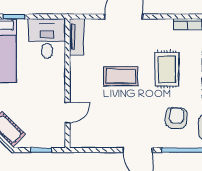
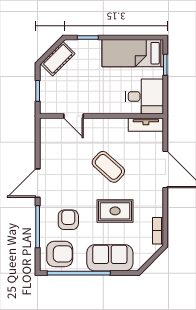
coffee table: (121, 76) -> (108, 167), turned -48
armchair: (176, 118) -> (68, 220), turned -97

